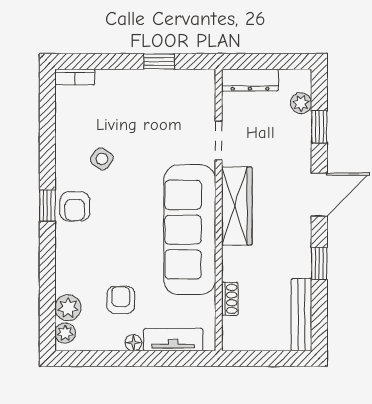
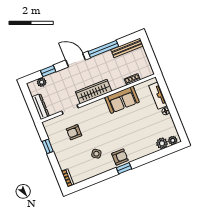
sofa: (190, 230) -> (122, 100), width x0.54, depth x0.79
window: (319, 263) -> (103, 49), width x2.17
armchair: (121, 300) -> (74, 132), moved

